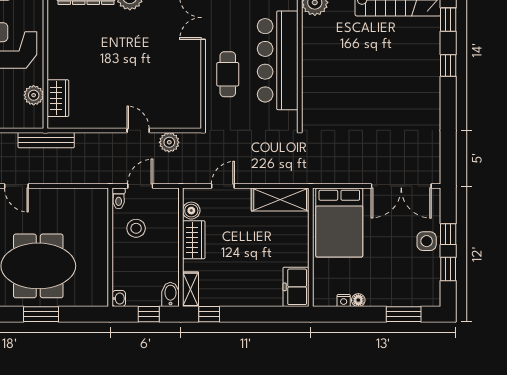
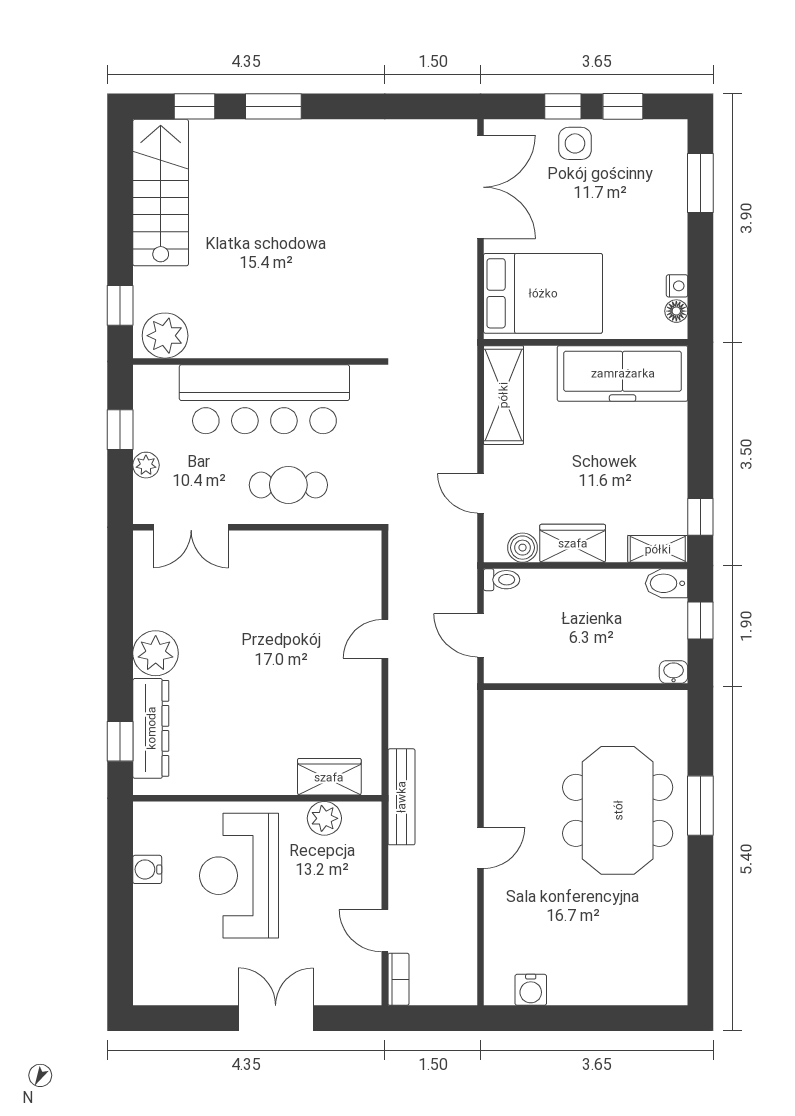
window: (448, 66) -> (273, 106), width x1.50
plant: (169, 142) -> (405, 585), removed
toilet: (119, 198) -> (502, 580), moved
stool: (136, 228) -> (553, 642), removed
freezer: (296, 287) -> (623, 373), width x1.91, depth x1.26
floor lamp: (358, 300) -> (676, 311), moved

